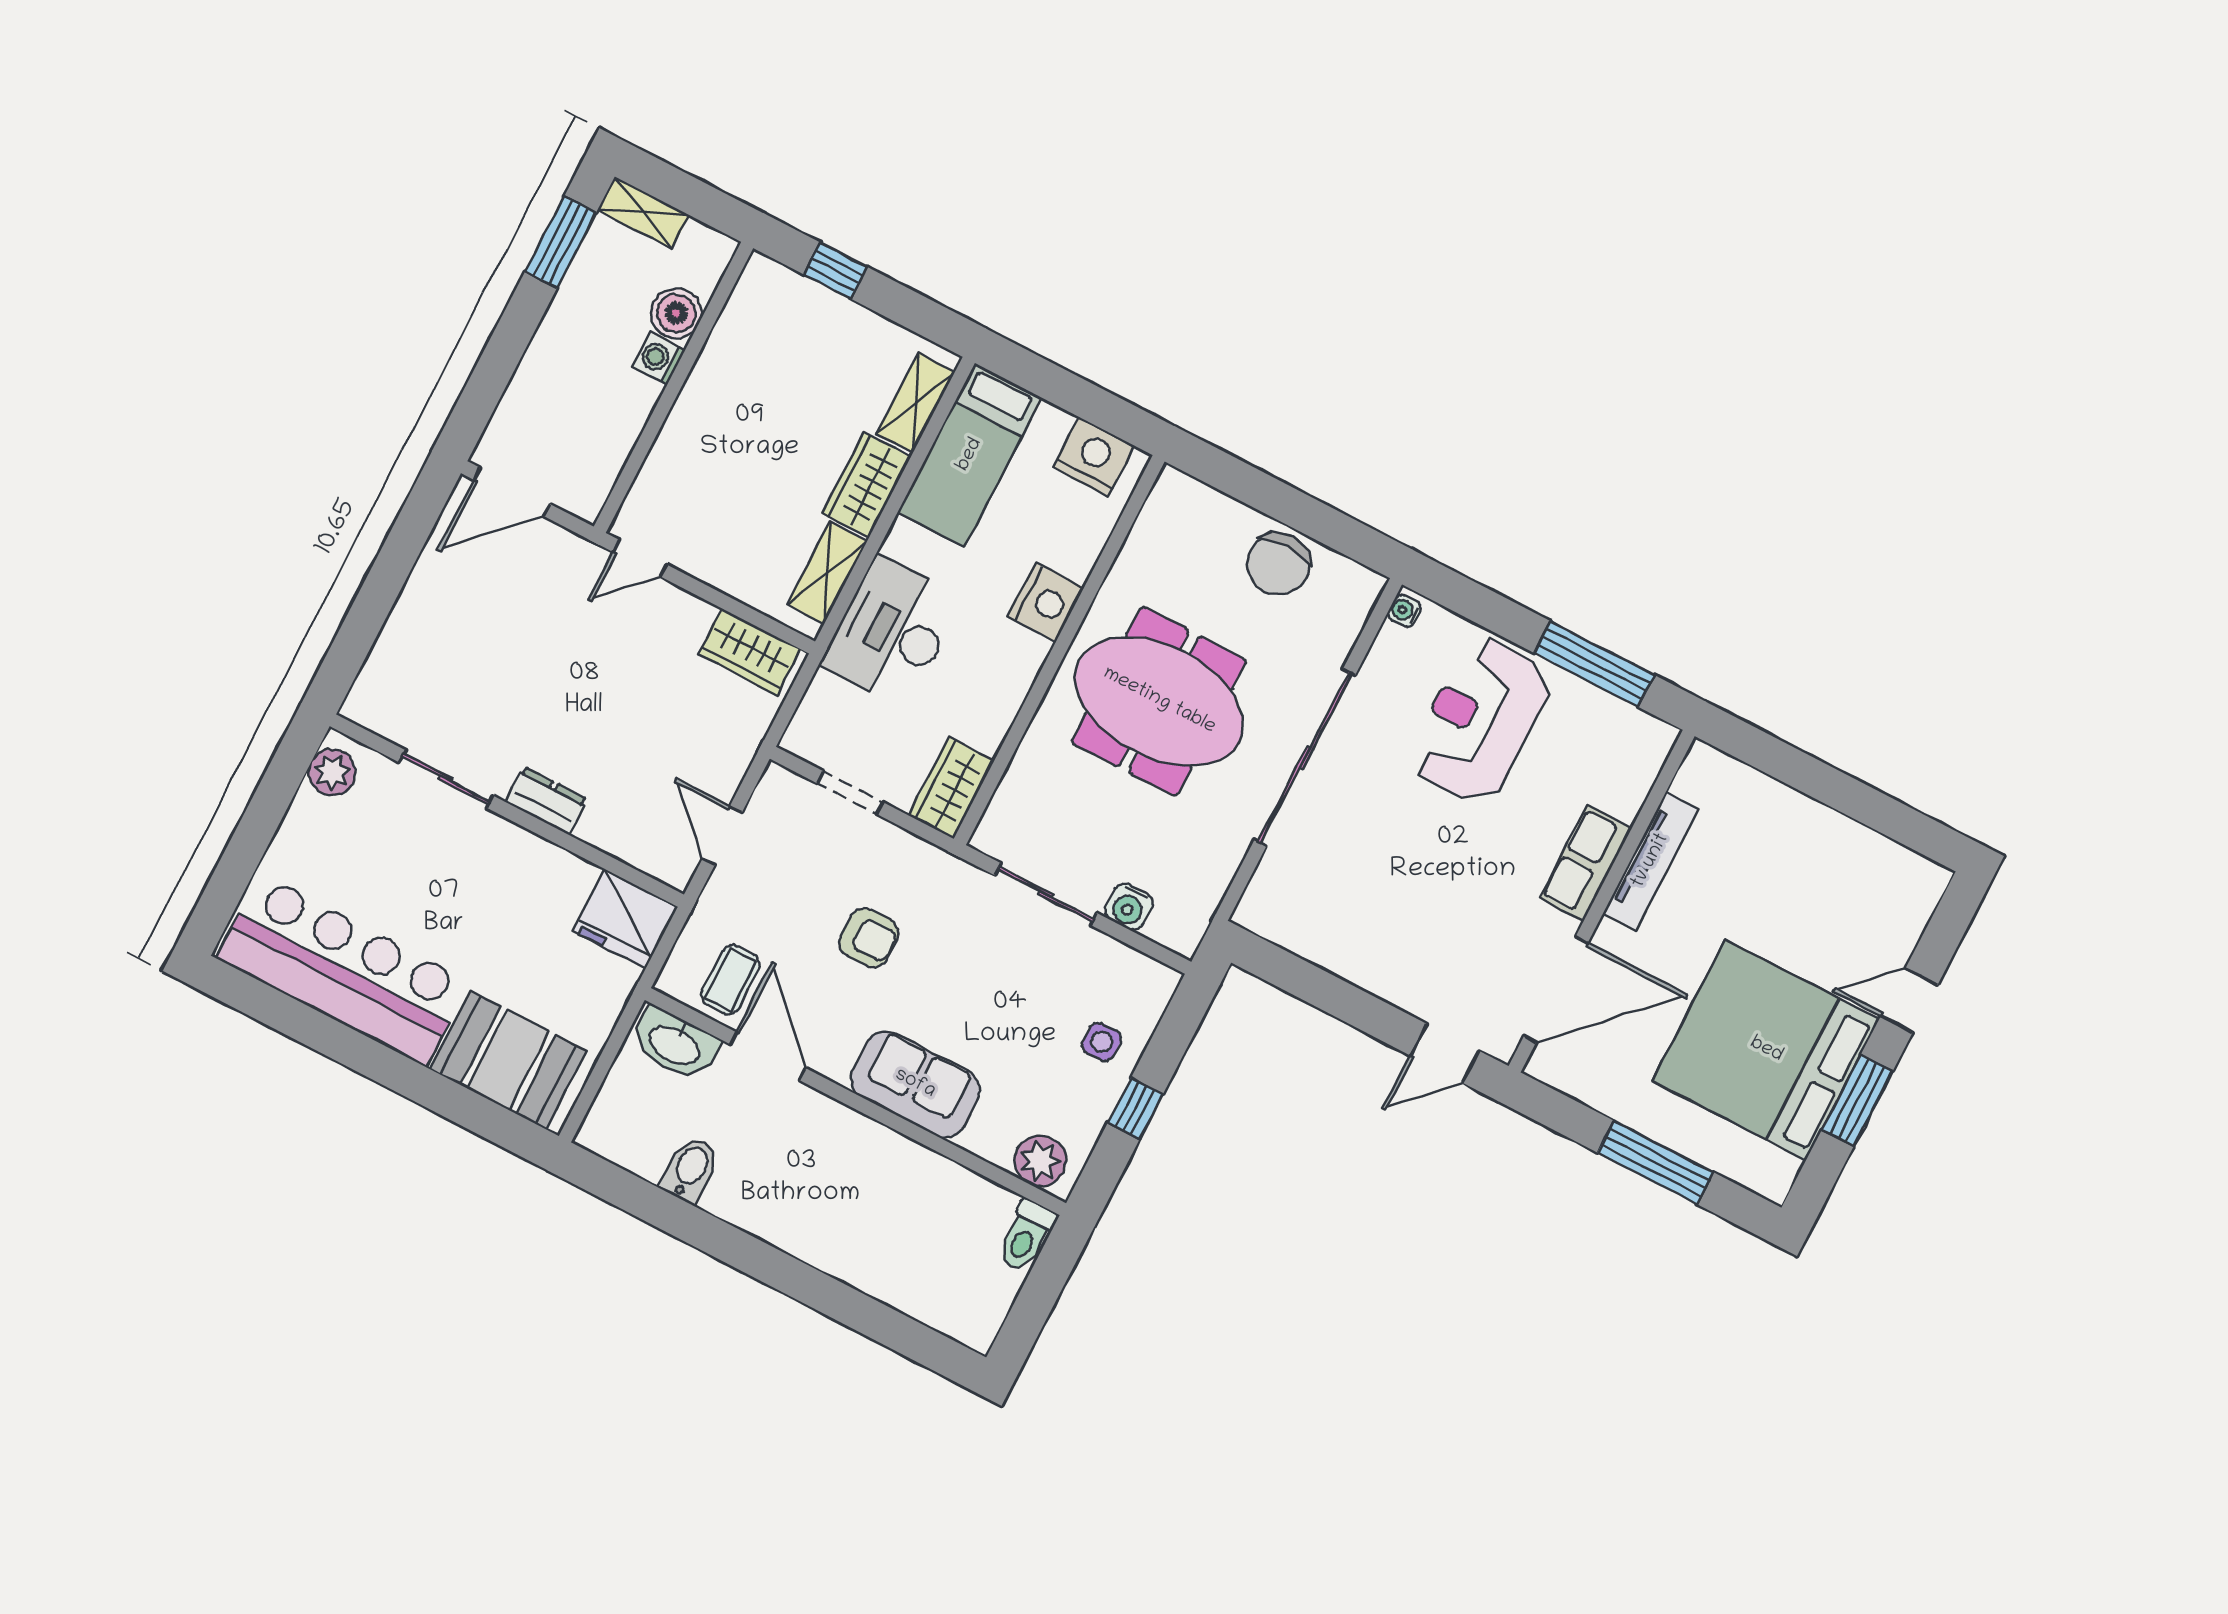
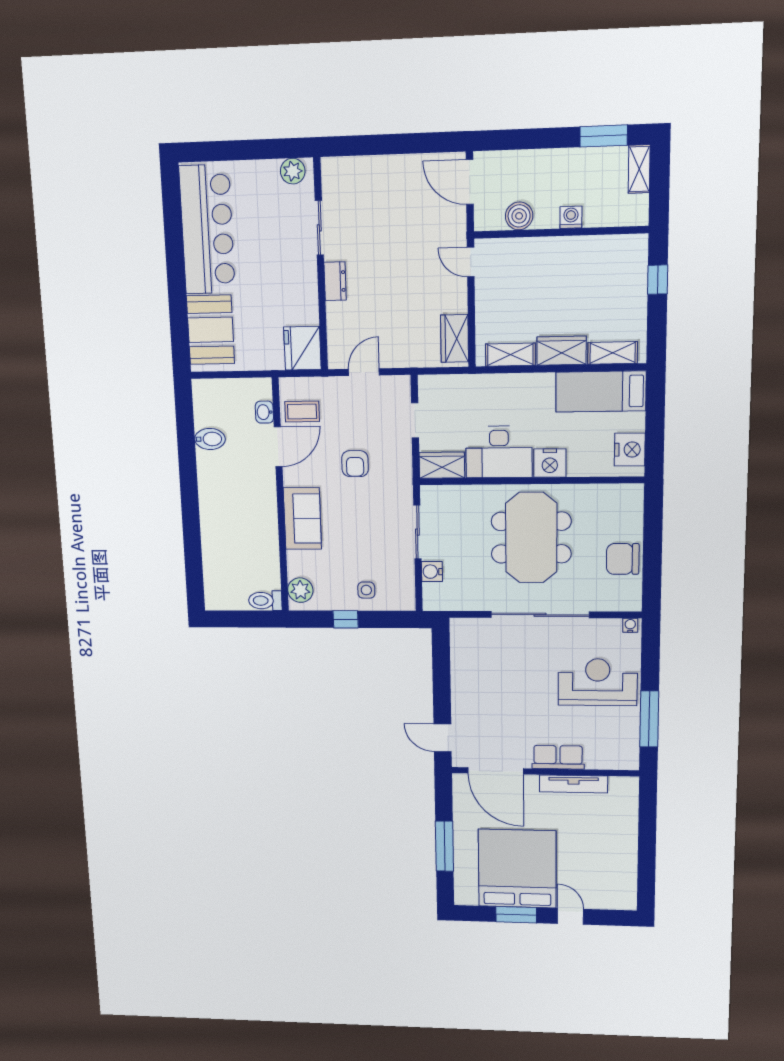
boiler: (676, 313) -> (519, 216), moved
desk: (892, 632) -> (499, 452), moved, turned 180
washbasin: (675, 1044) -> (264, 412), width x0.52, depth x0.69

